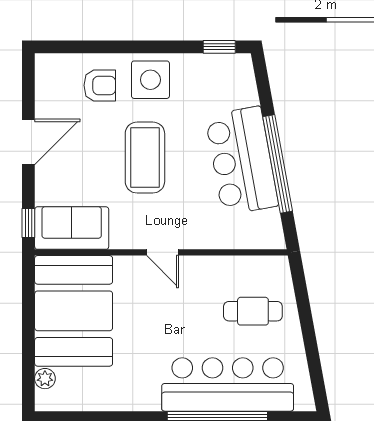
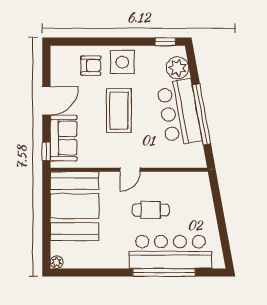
plant: (239, 89) -> (178, 68), added
sofa: (72, 228) -> (64, 138), moved, turned 90
door: (163, 252) -> (130, 170), hinge flipped
cafe table: (253, 311) -> (151, 210), moved
plant: (45, 379) -> (57, 262), moved

